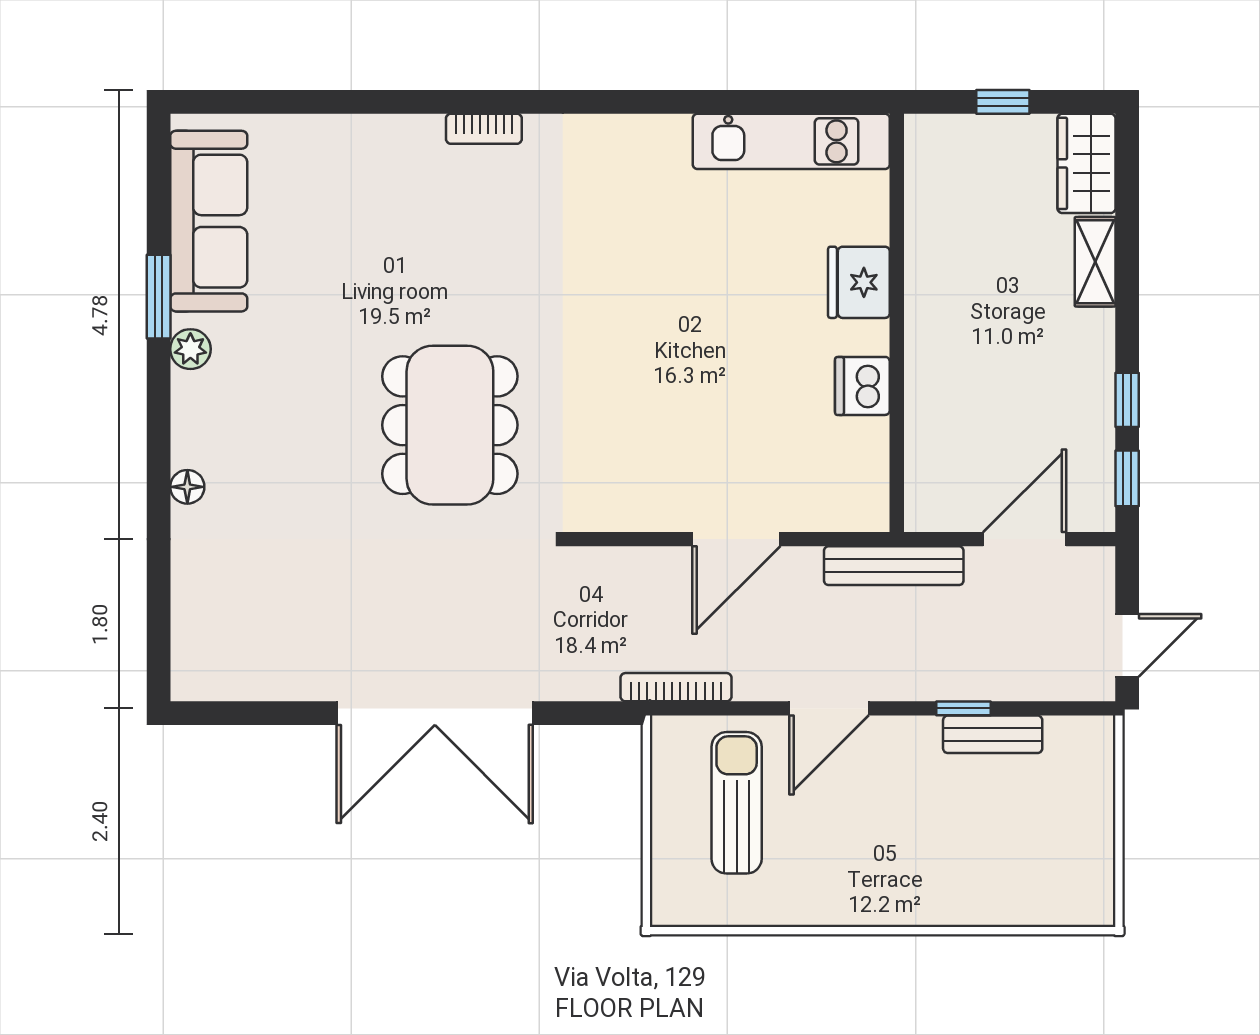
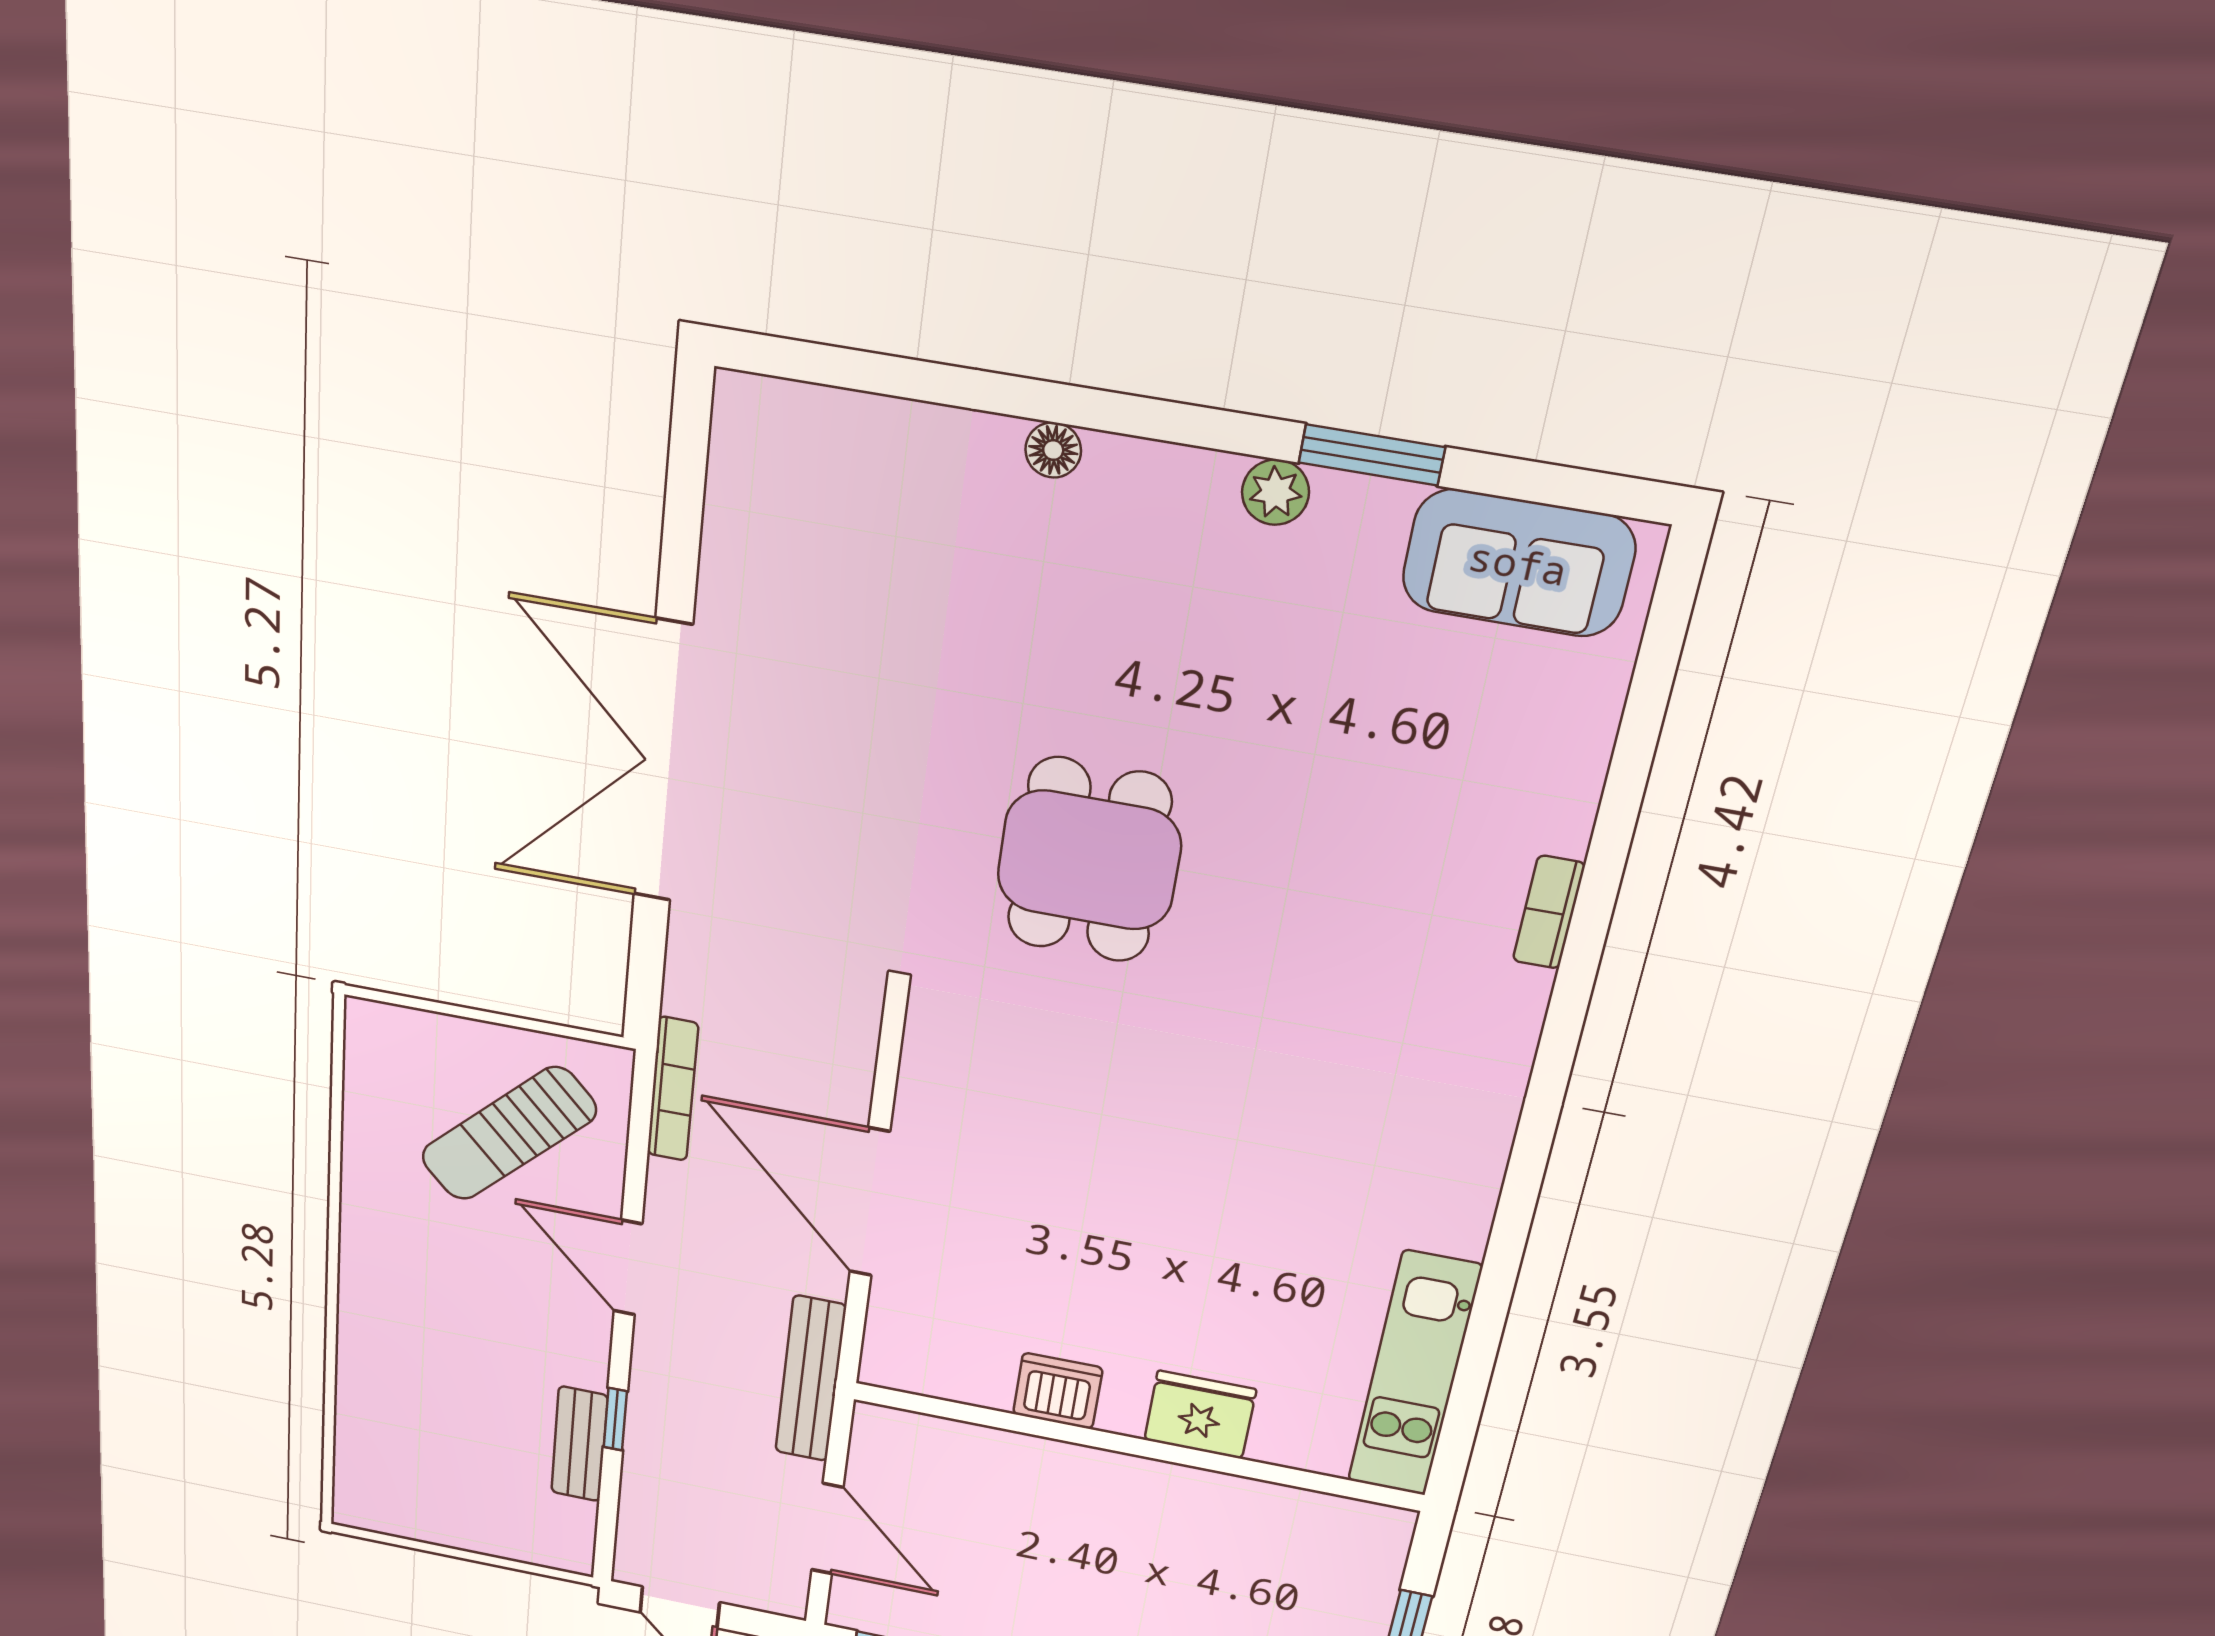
bookcase: (484, 129) -> (1549, 912), moved
sofa: (209, 221) -> (1518, 563), width x0.73
dining table: (450, 425) -> (1089, 860), width x0.73
door: (736, 539) -> (870, 1202), width x1.36
sun lounger: (737, 803) -> (509, 1134), turned 136

